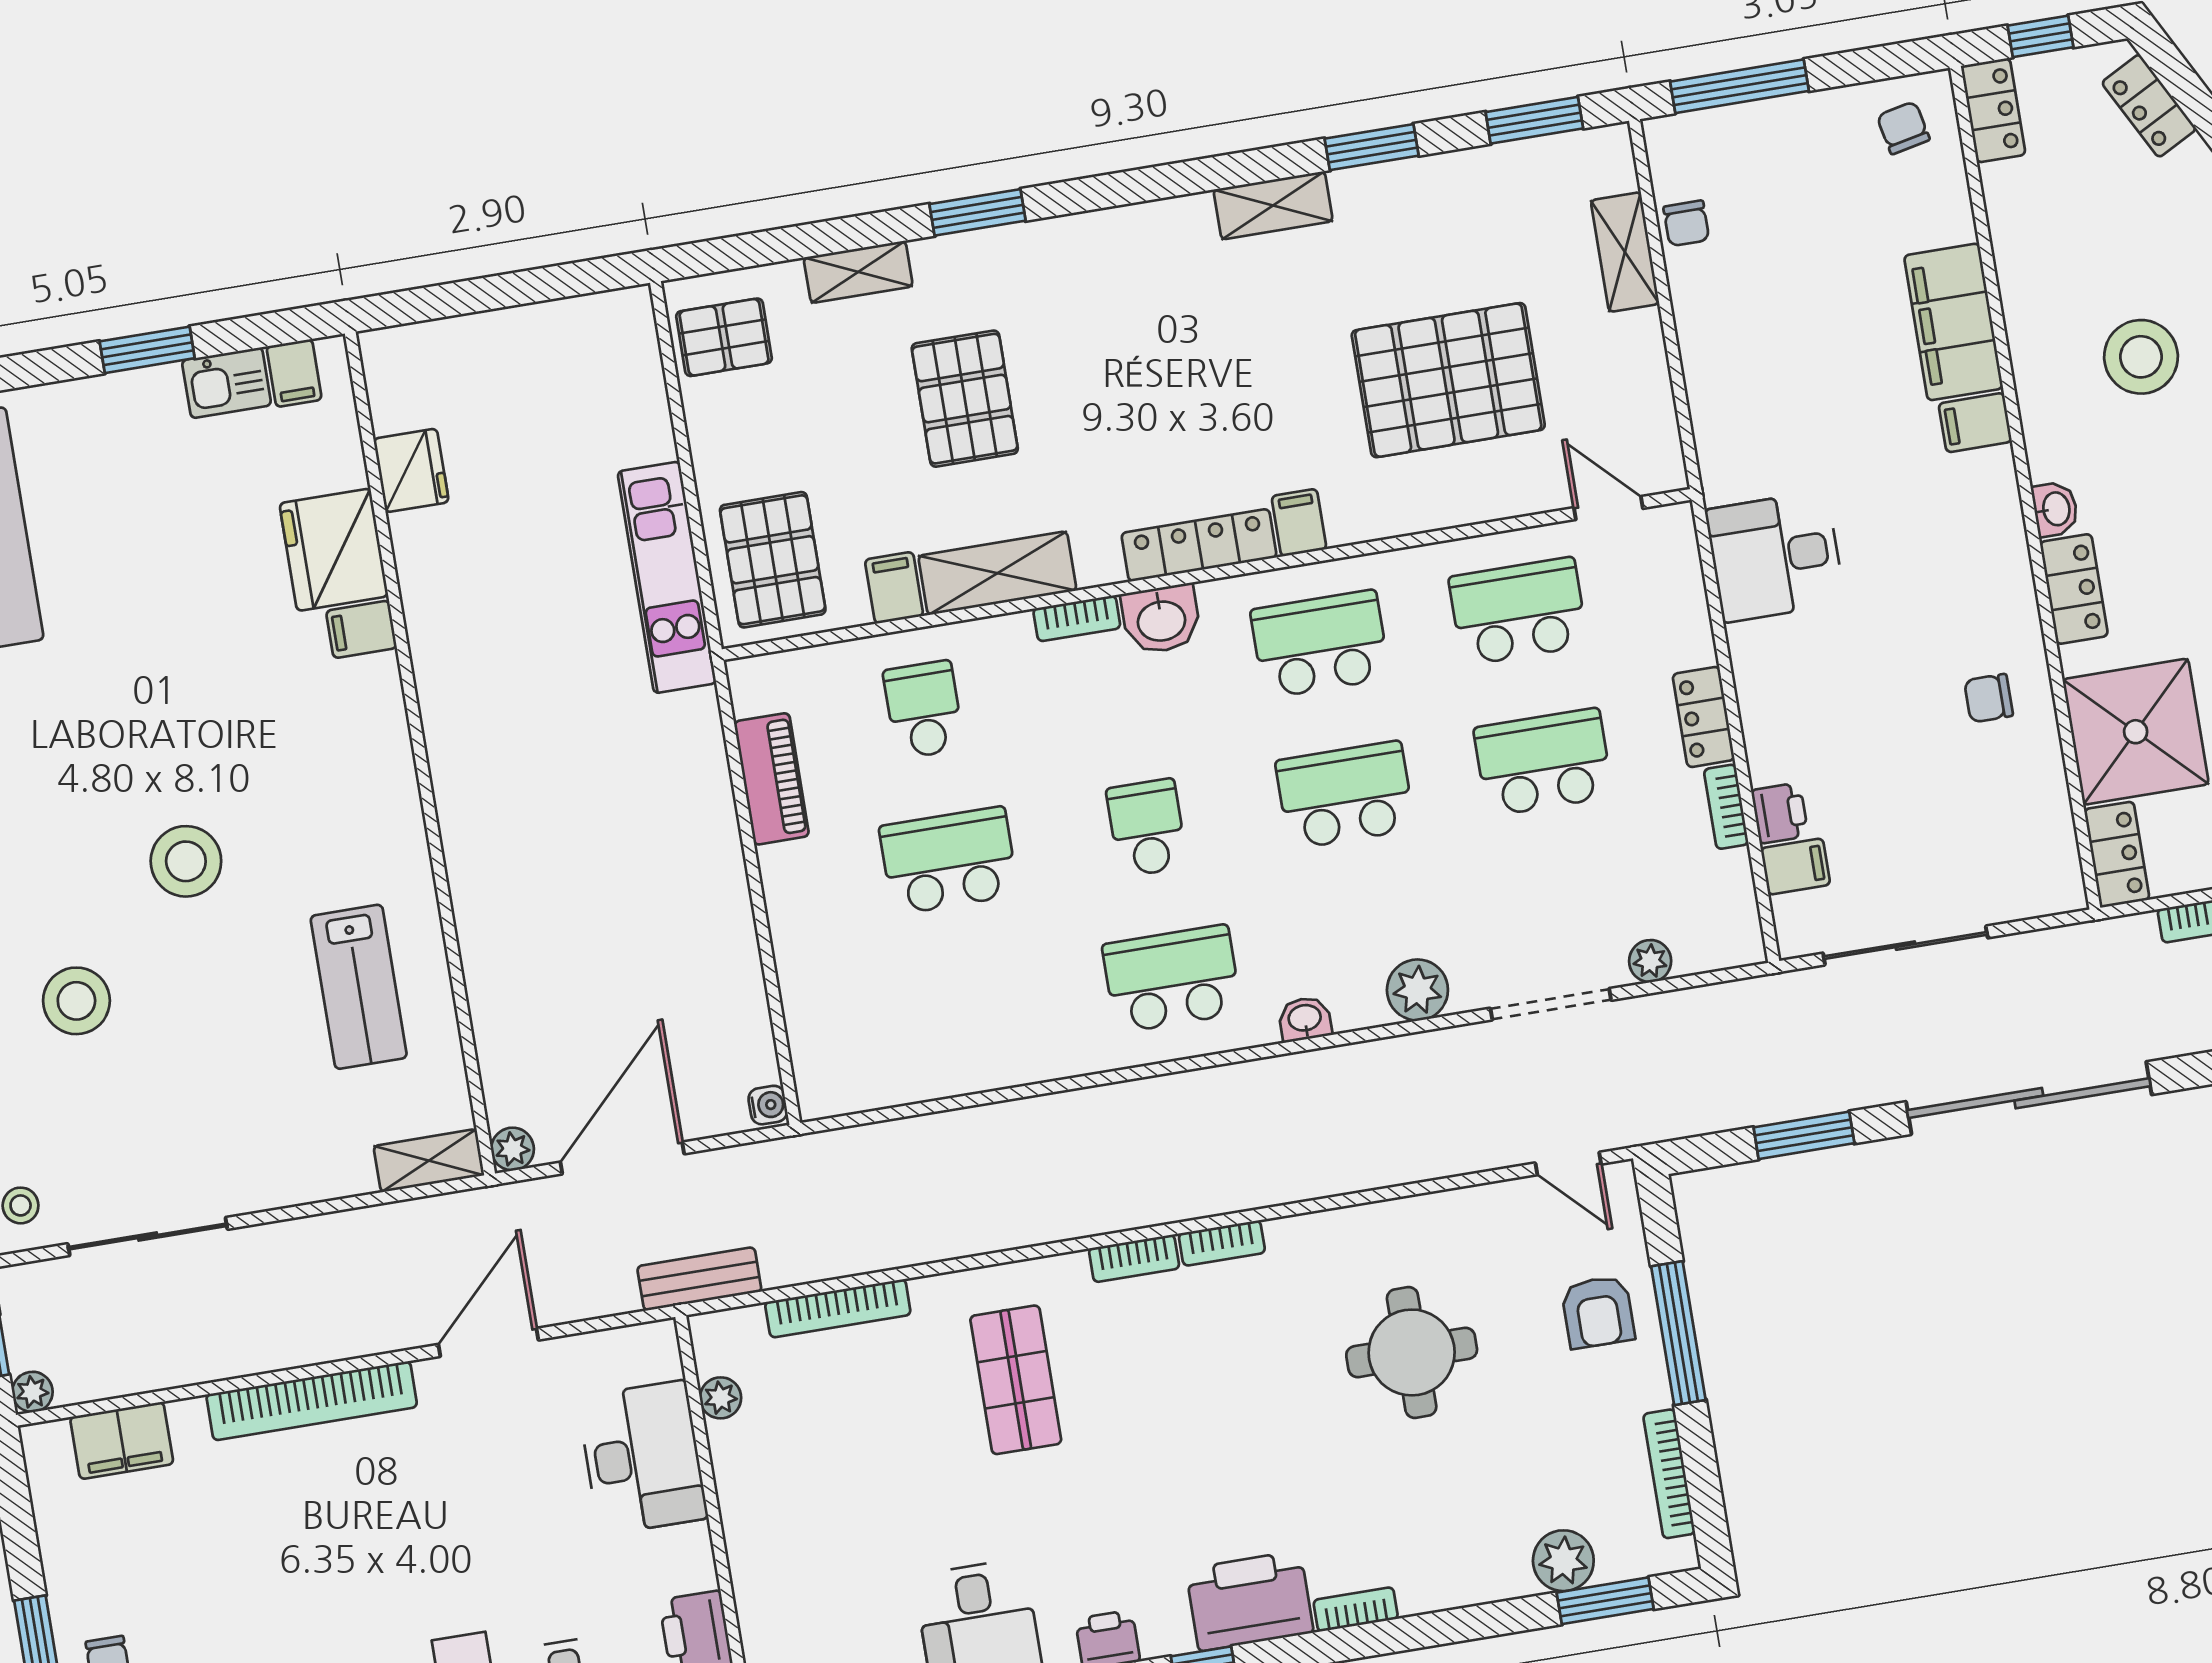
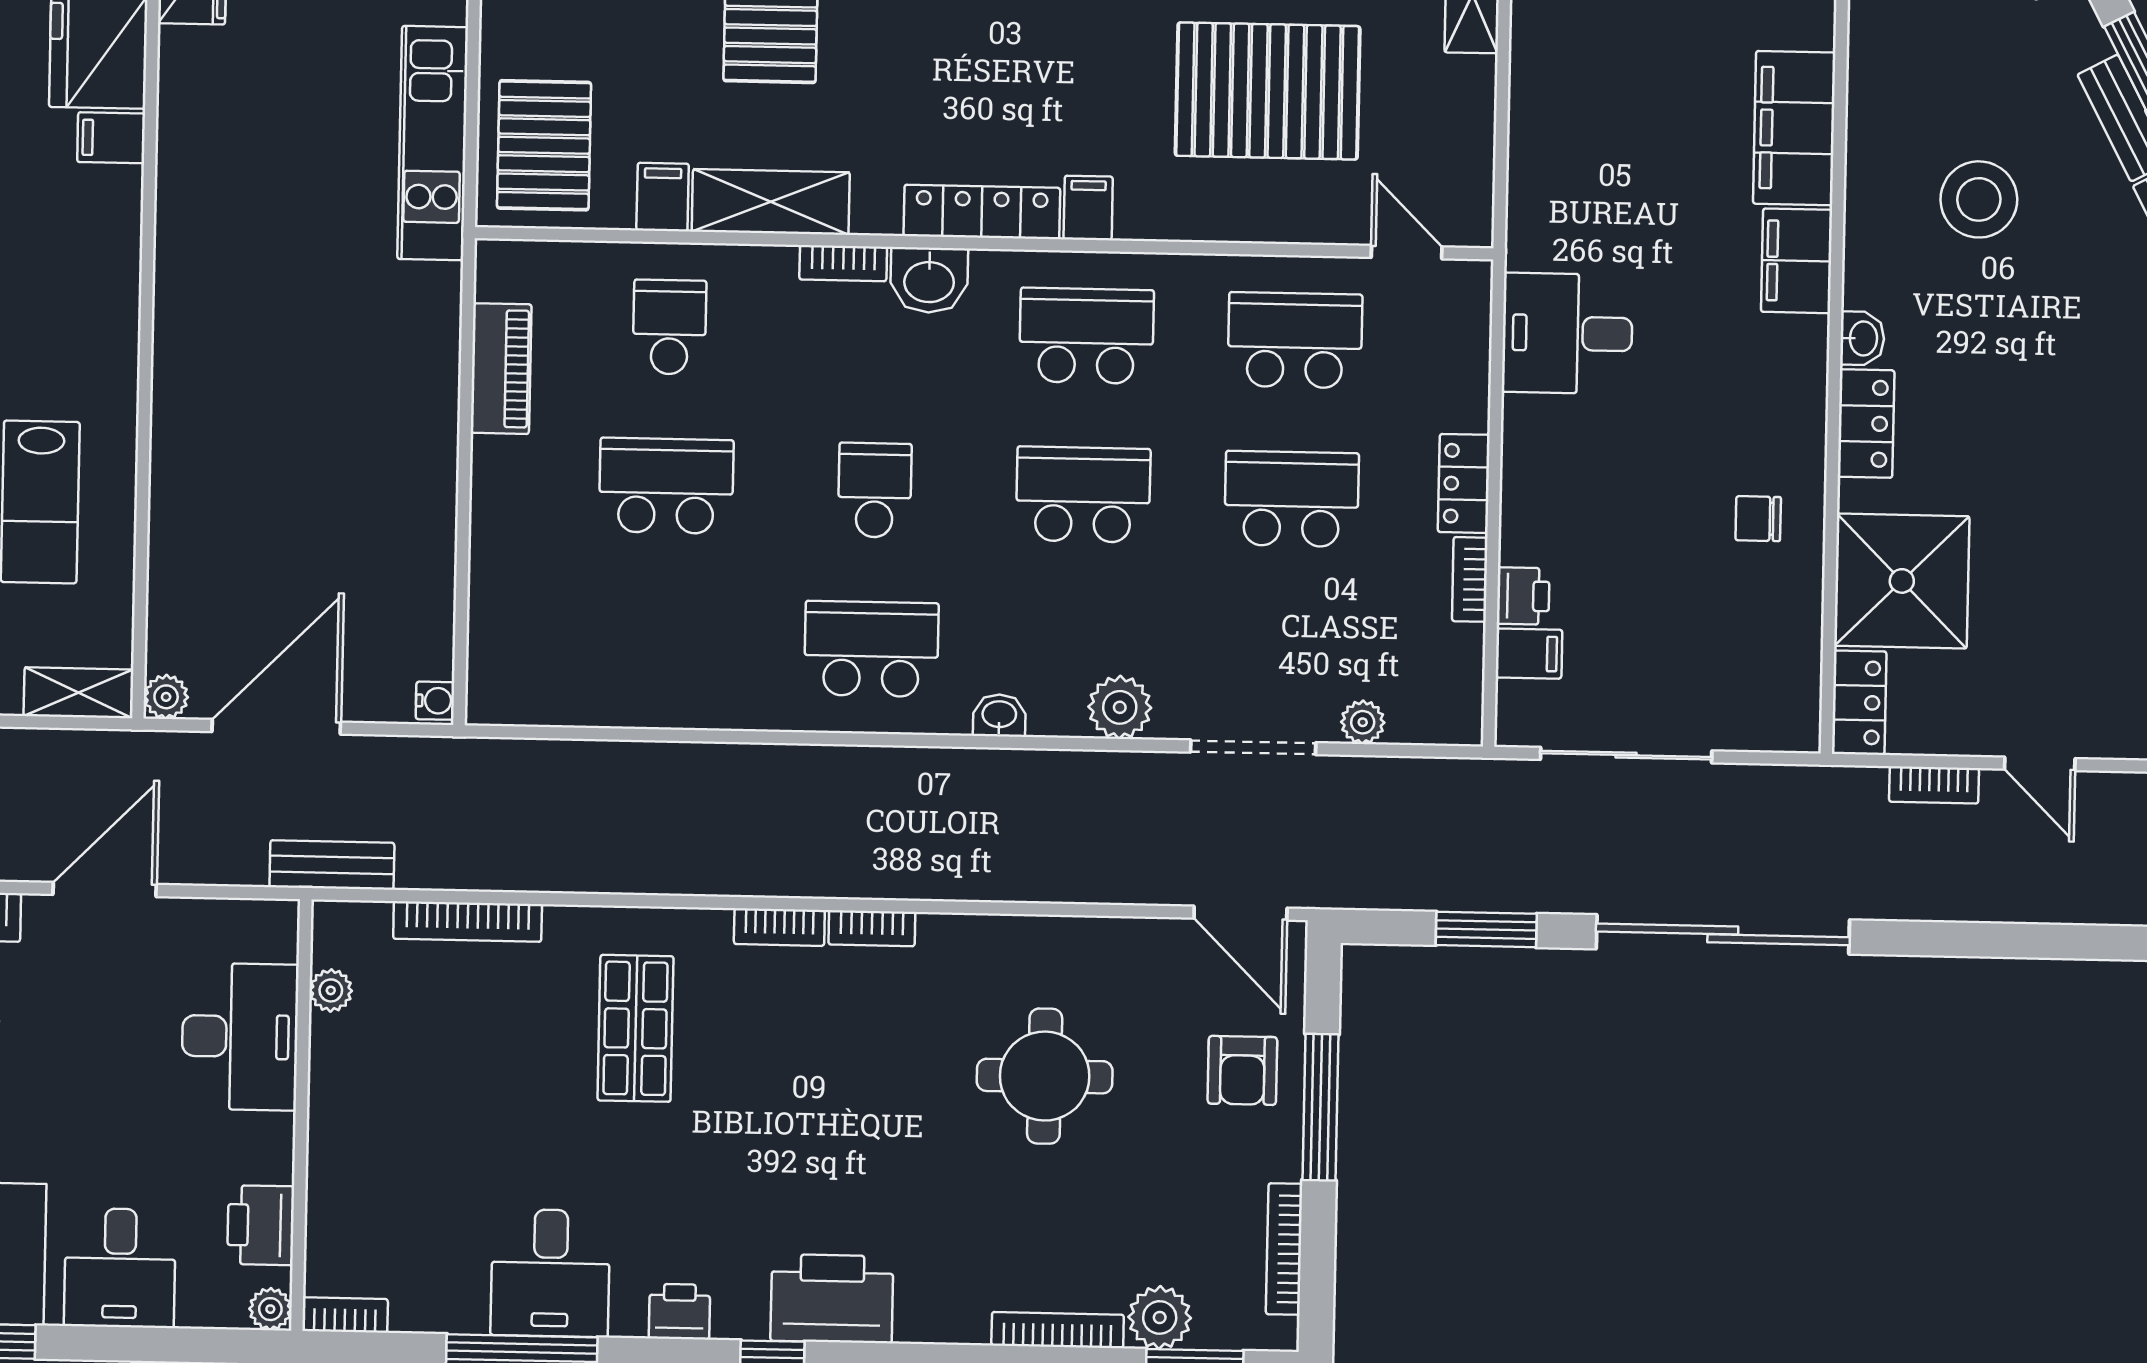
filing cabinet: (1975, 423) -> (1797, 261), width x2.00
door: (1568, 1164) -> (1240, 913), width x1.38
bookcase: (1356, 1609) -> (1058, 1330), moved, width x1.56

